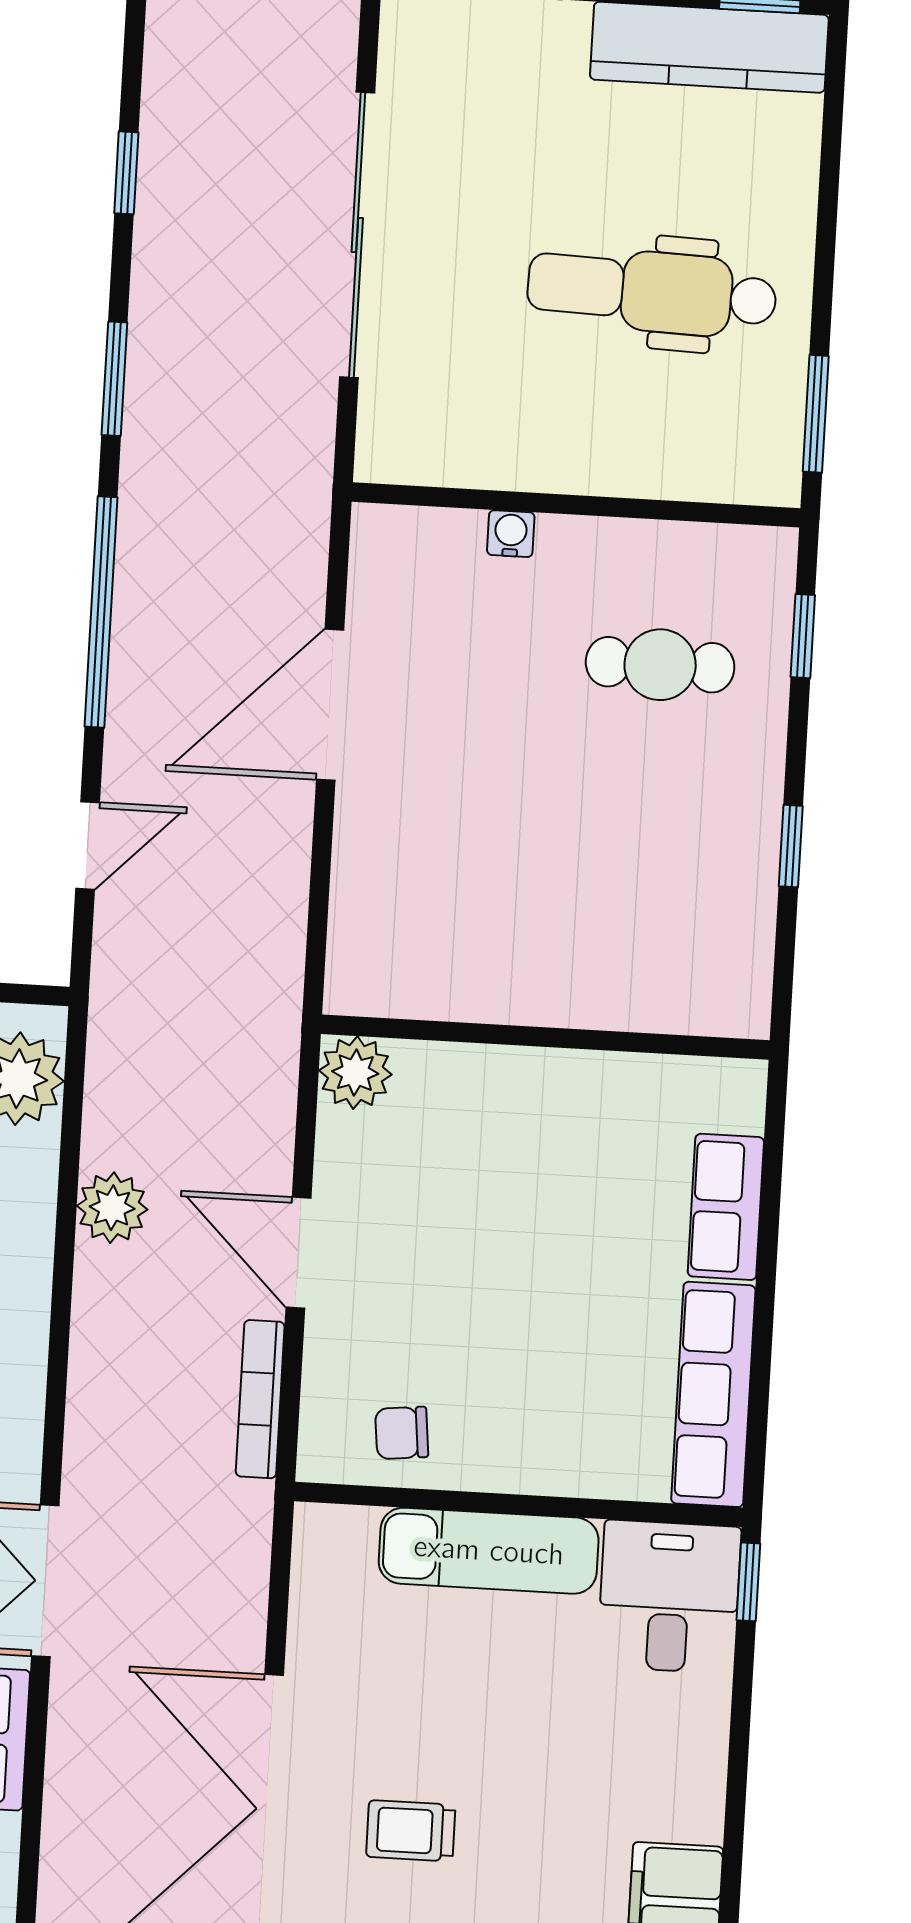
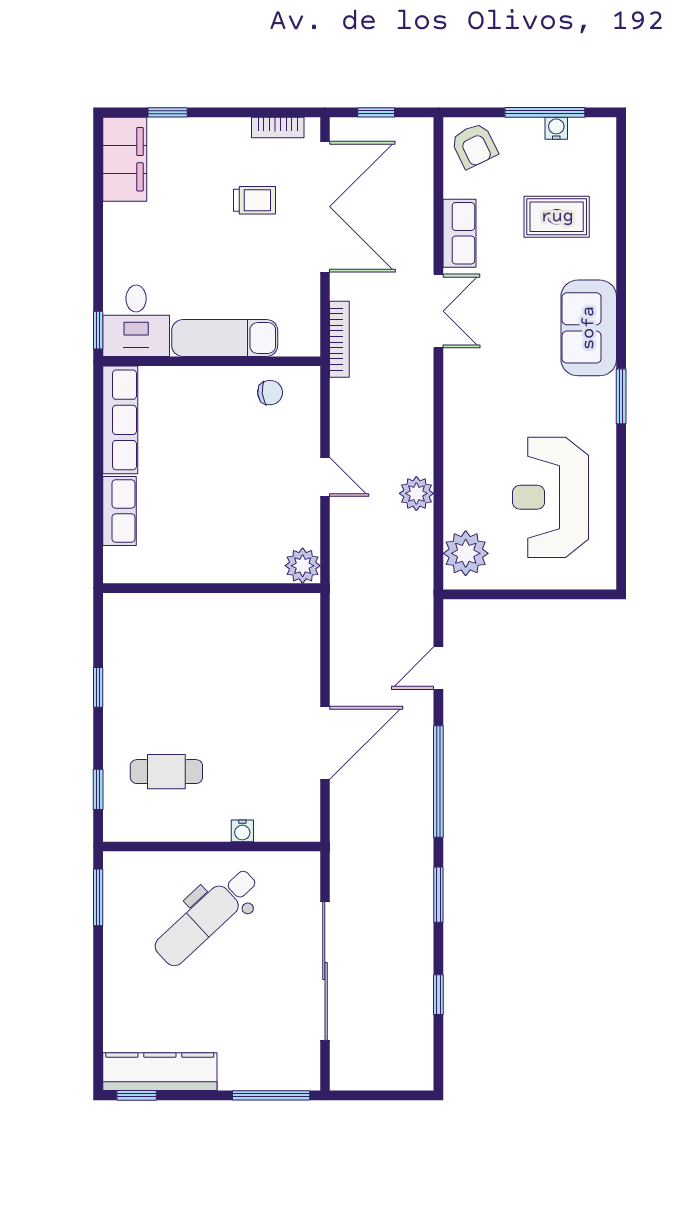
dental chair: (652, 291) -> (206, 917), moved, turned 135
door: (298, 1253) -> (325, 477), width x0.73
bookcase: (260, 1399) -> (339, 339), moved

